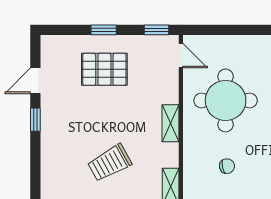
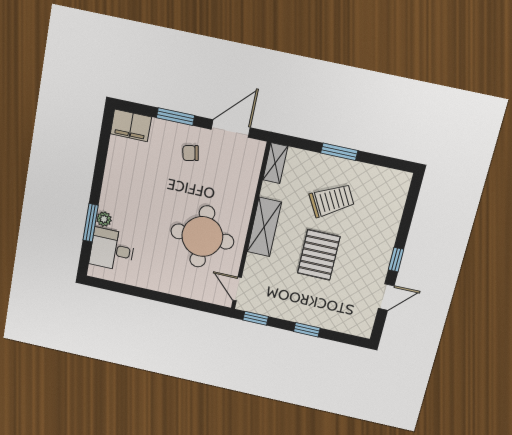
pallet: (104, 69) -> (319, 255), moved, turned 90
shelving: (170, 123) -> (264, 227), width x1.50, depth x1.33
chair: (227, 166) -> (191, 153), moved

